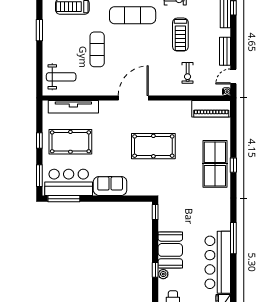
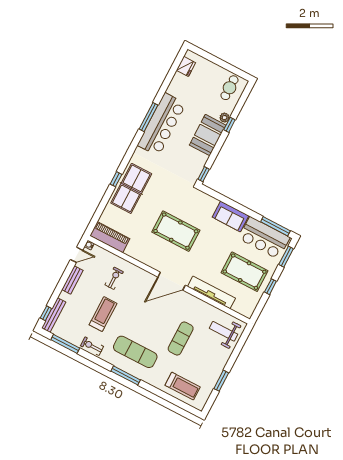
tv unit: (73, 107) -> (211, 292), moved
bar counter: (218, 262) -> (162, 124), moved

